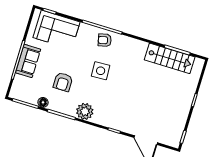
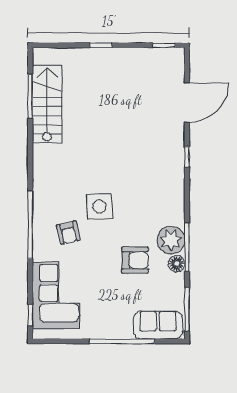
armchair: (105, 40) -> (68, 233), moved
sofa: (28, 61) -> (158, 325), moved
floor lamp: (43, 102) -> (177, 264), moved
plant: (85, 111) -> (171, 240), moved

